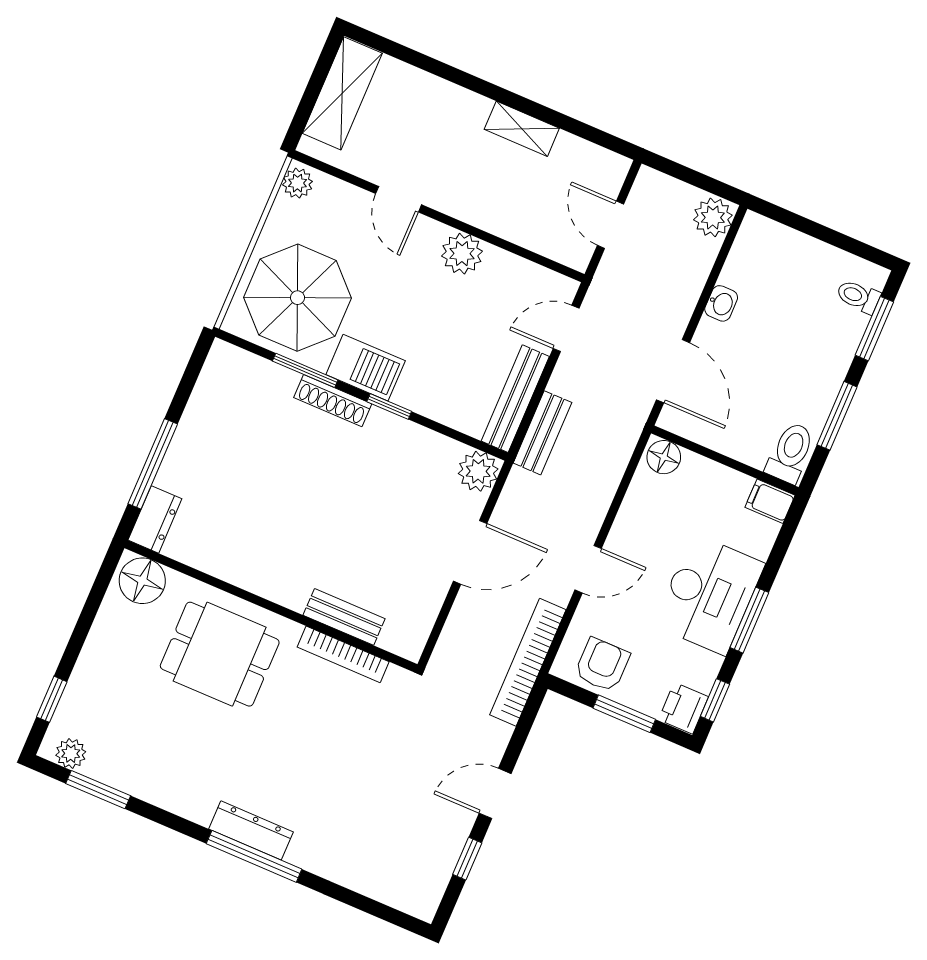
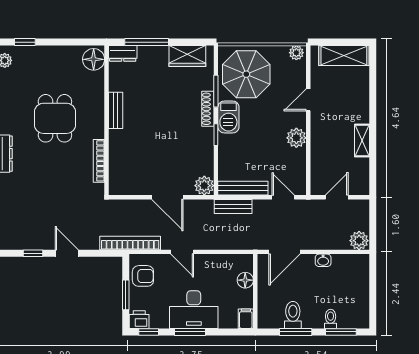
toilet: (858, 296) -> (331, 319), moved
wardrobe: (214, 396) -> (187, 56), added
toilet: (790, 453) -> (293, 315), moved, turned -90
floor lamp: (664, 457) -> (245, 280), moved
bench: (344, 617) -> (116, 110), moved
dining table: (220, 654) -> (55, 118), moved

